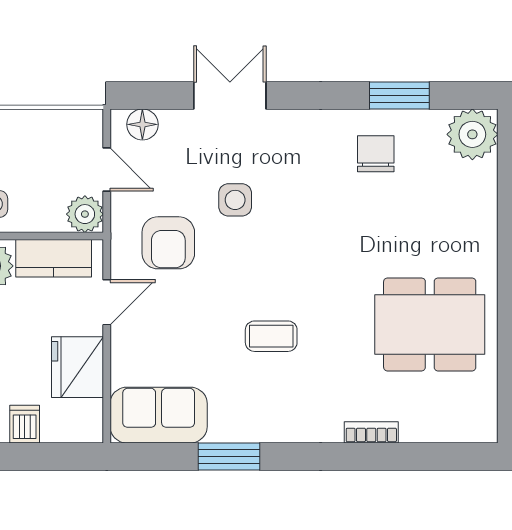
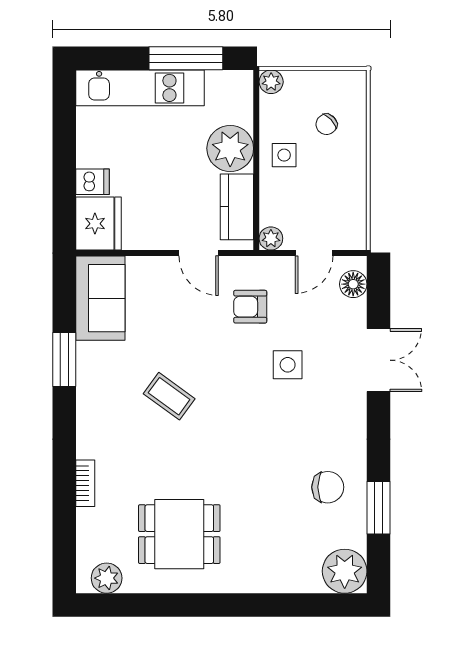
plant: (85, 214) -> (271, 238), width x0.73, depth x0.73
armchair: (168, 243) -> (250, 307), width x0.72, depth x0.72
dining table: (430, 324) -> (179, 534), width x0.73
coffee table: (271, 336) -> (169, 396), turned -54
fridge: (77, 367) -> (99, 224), moved, turned 90
plant: (480, 408) -> (107, 578), added

